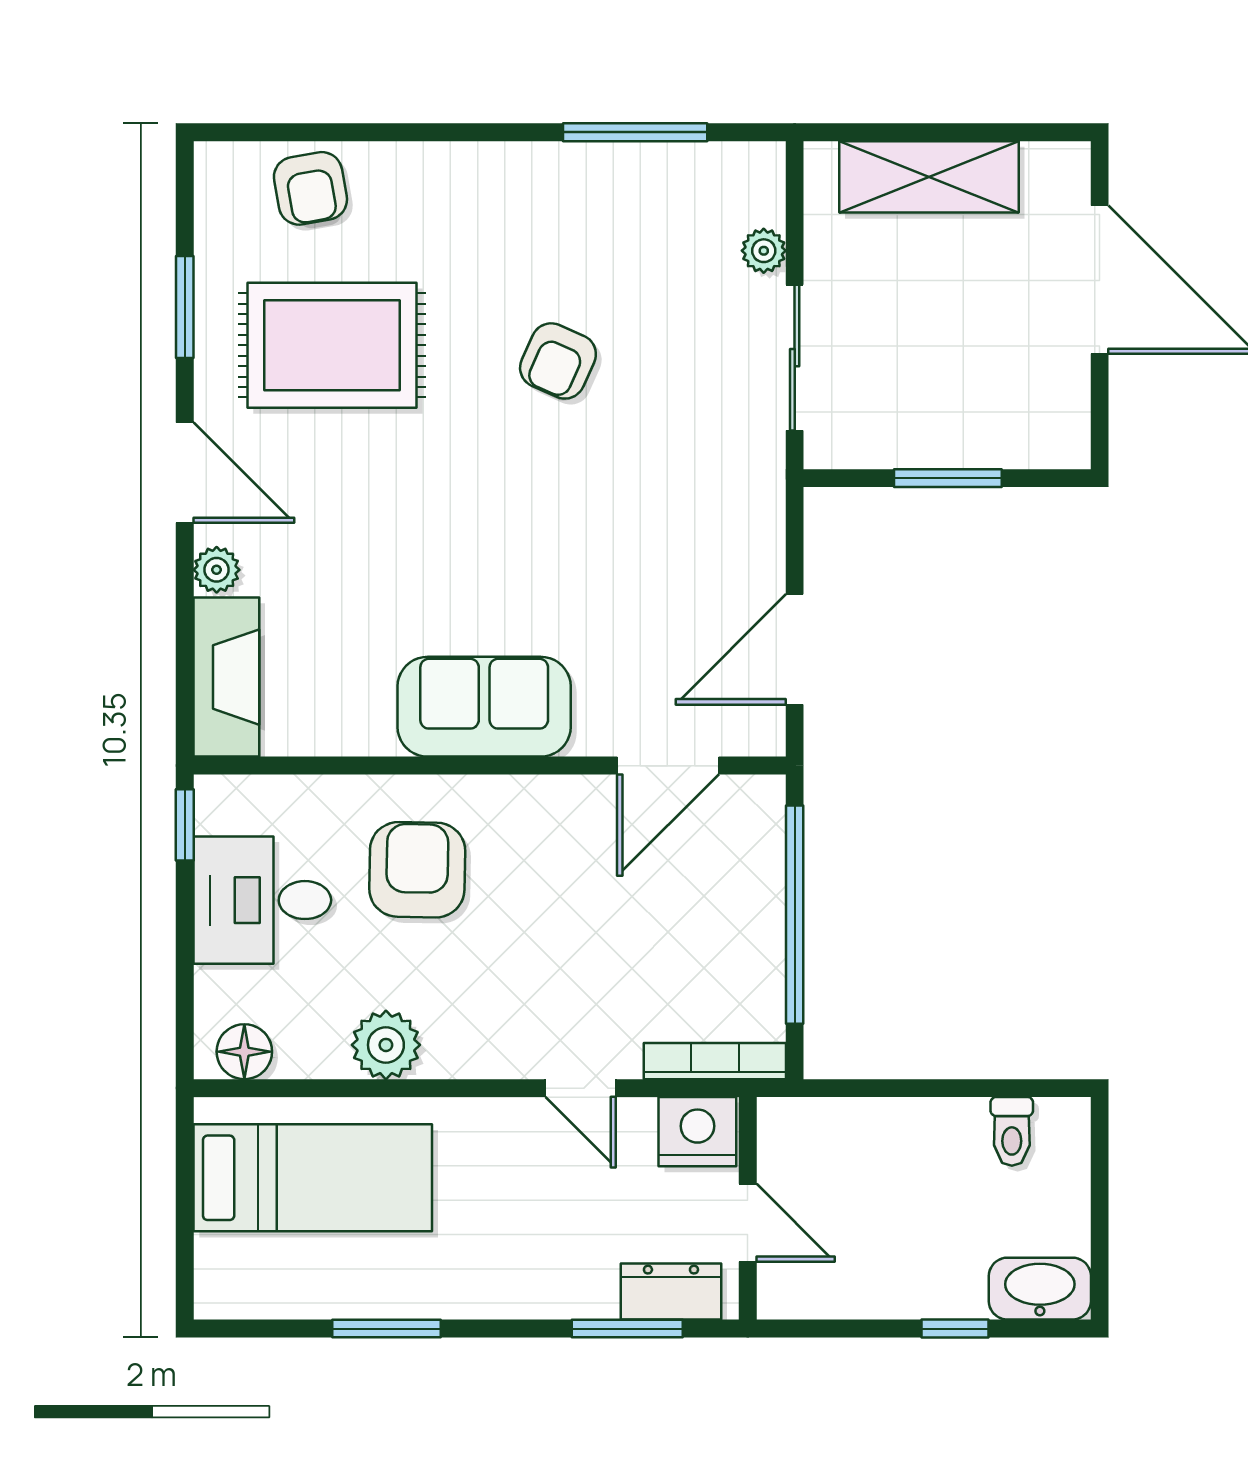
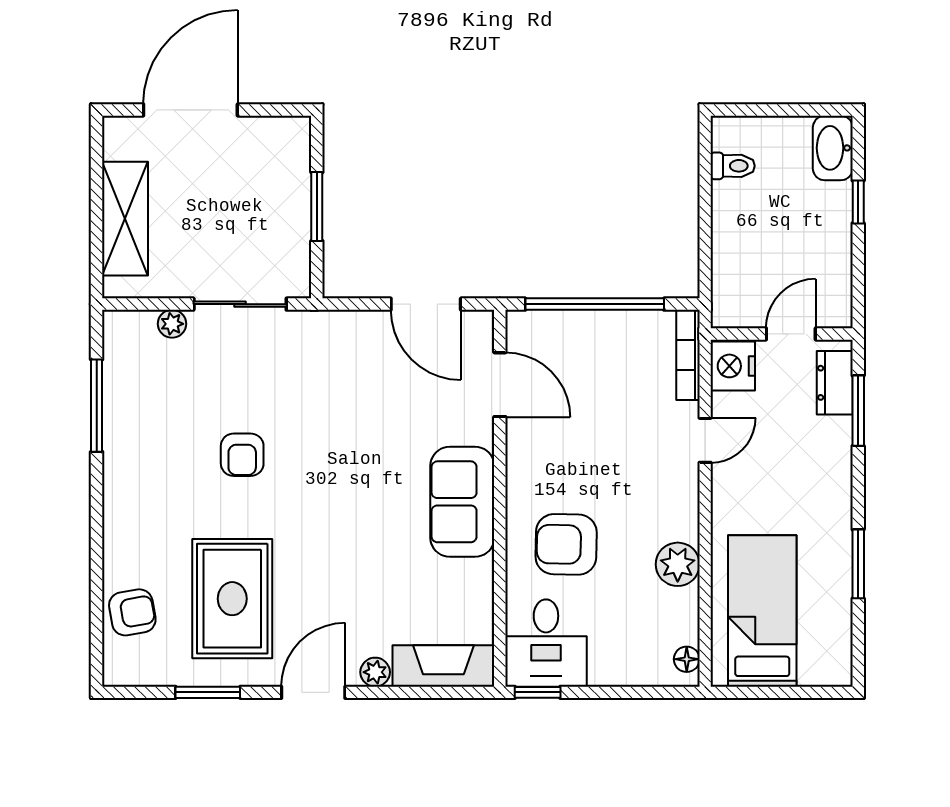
armchair: (558, 361) -> (242, 455), turned 66
desk: (262, 900) -> (546, 643), moved
floor lamp: (244, 1052) -> (687, 659), width x0.73, depth x0.73

